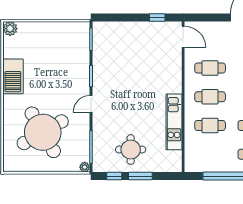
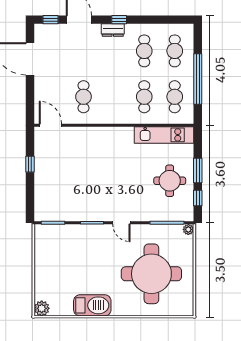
window: (157, 17) -> (30, 164), moved
door: (183, 37) -> (50, 125), hinge flipped
cafe table: (210, 97) -> (175, 97), moved
kitchen unit: (174, 122) -> (164, 135), moved
round table: (43, 132) -> (151, 274), turned 30

